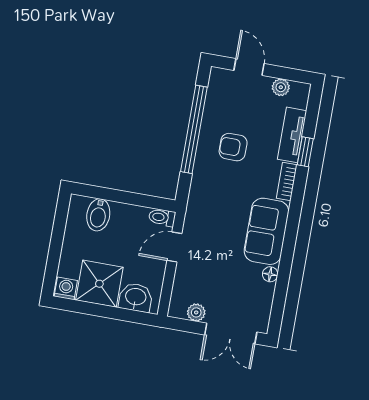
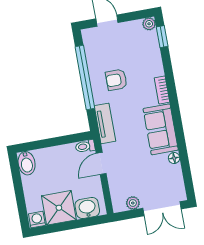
plant: (281, 87) -> (149, 24), moved
tv unit: (292, 135) -> (105, 123), moved, turned 180
window: (305, 152) -> (162, 37), moved
bidet: (98, 215) -> (27, 163), moved

